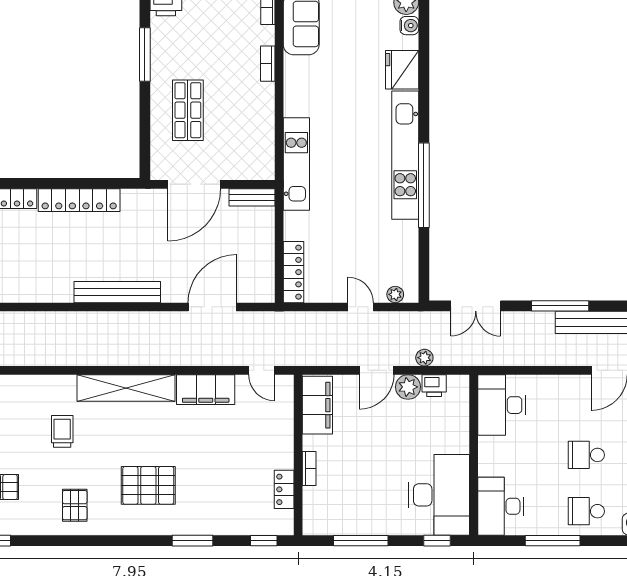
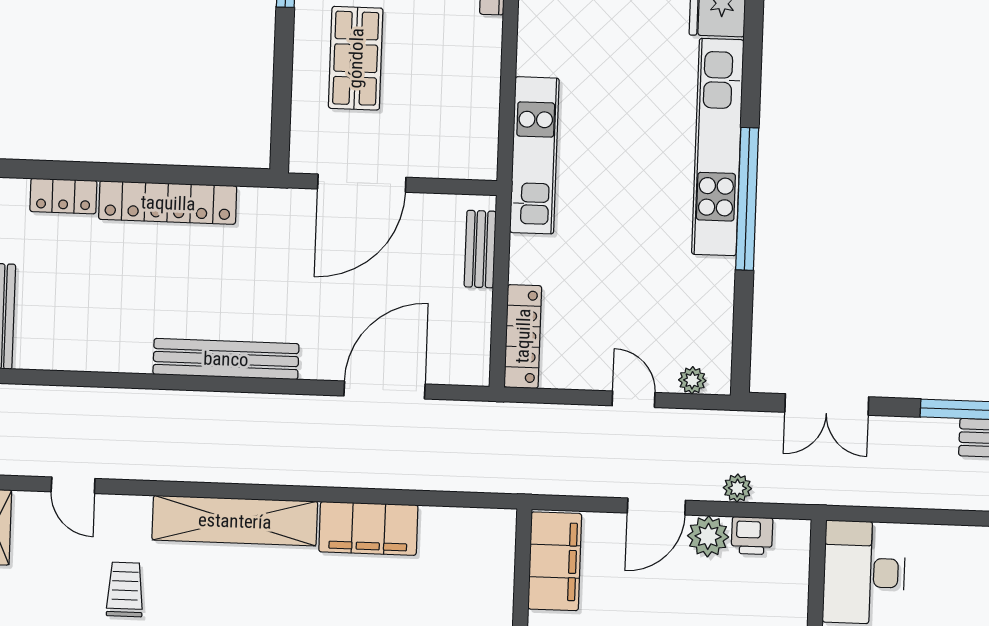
bench: (252, 197) -> (480, 249), moved, turned 90
door: (262, 370) -> (73, 485), moved

